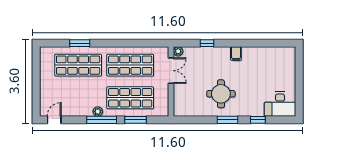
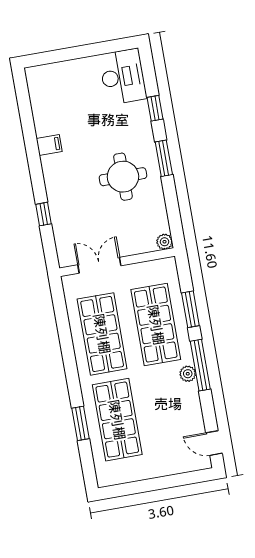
plant: (178, 51) -> (165, 242), moved
filing cabinet: (236, 54) -> (49, 145), moved

